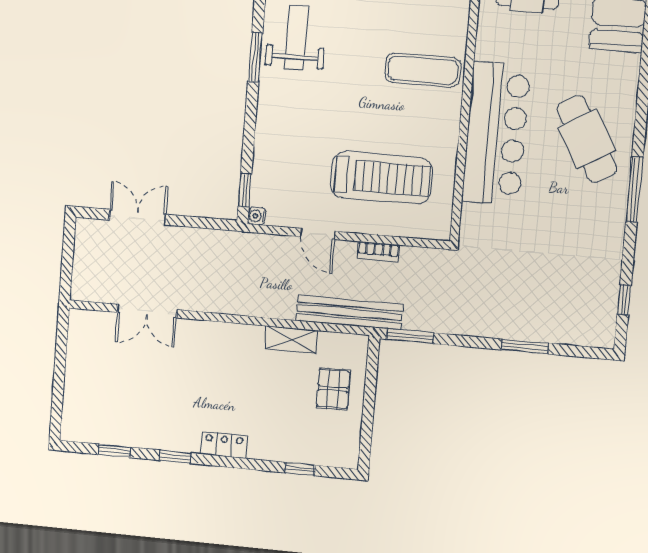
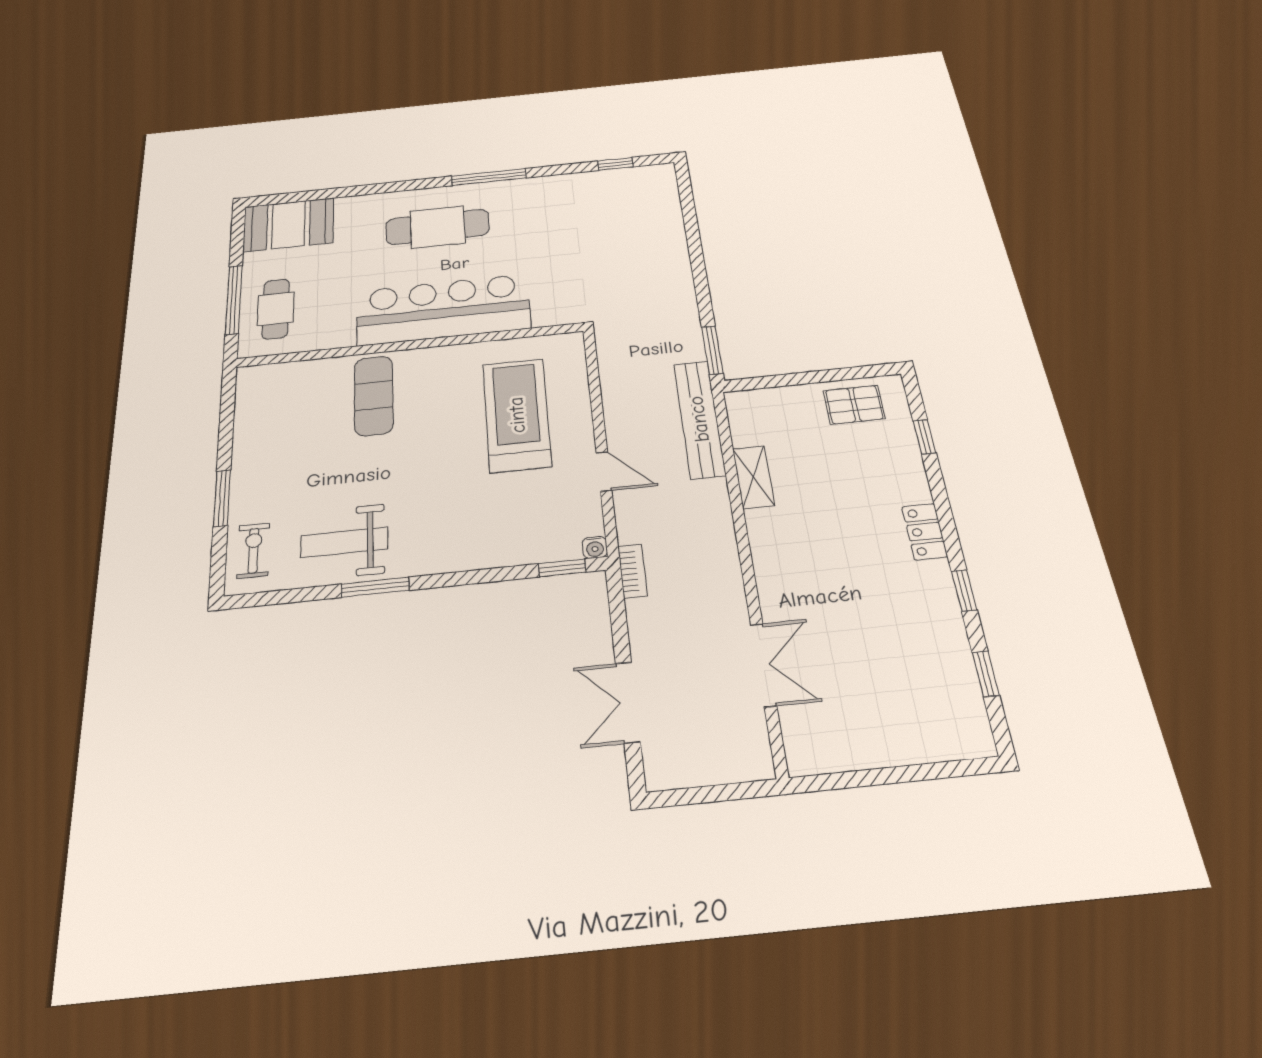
cafe table: (587, 139) -> (437, 227), turned 30
door: (318, 234) -> (604, 471), hinge flipped
bookcase: (378, 251) -> (632, 571), moved
window: (525, 347) -> (694, 239), removed
pallet: (333, 389) -> (854, 405), moved

